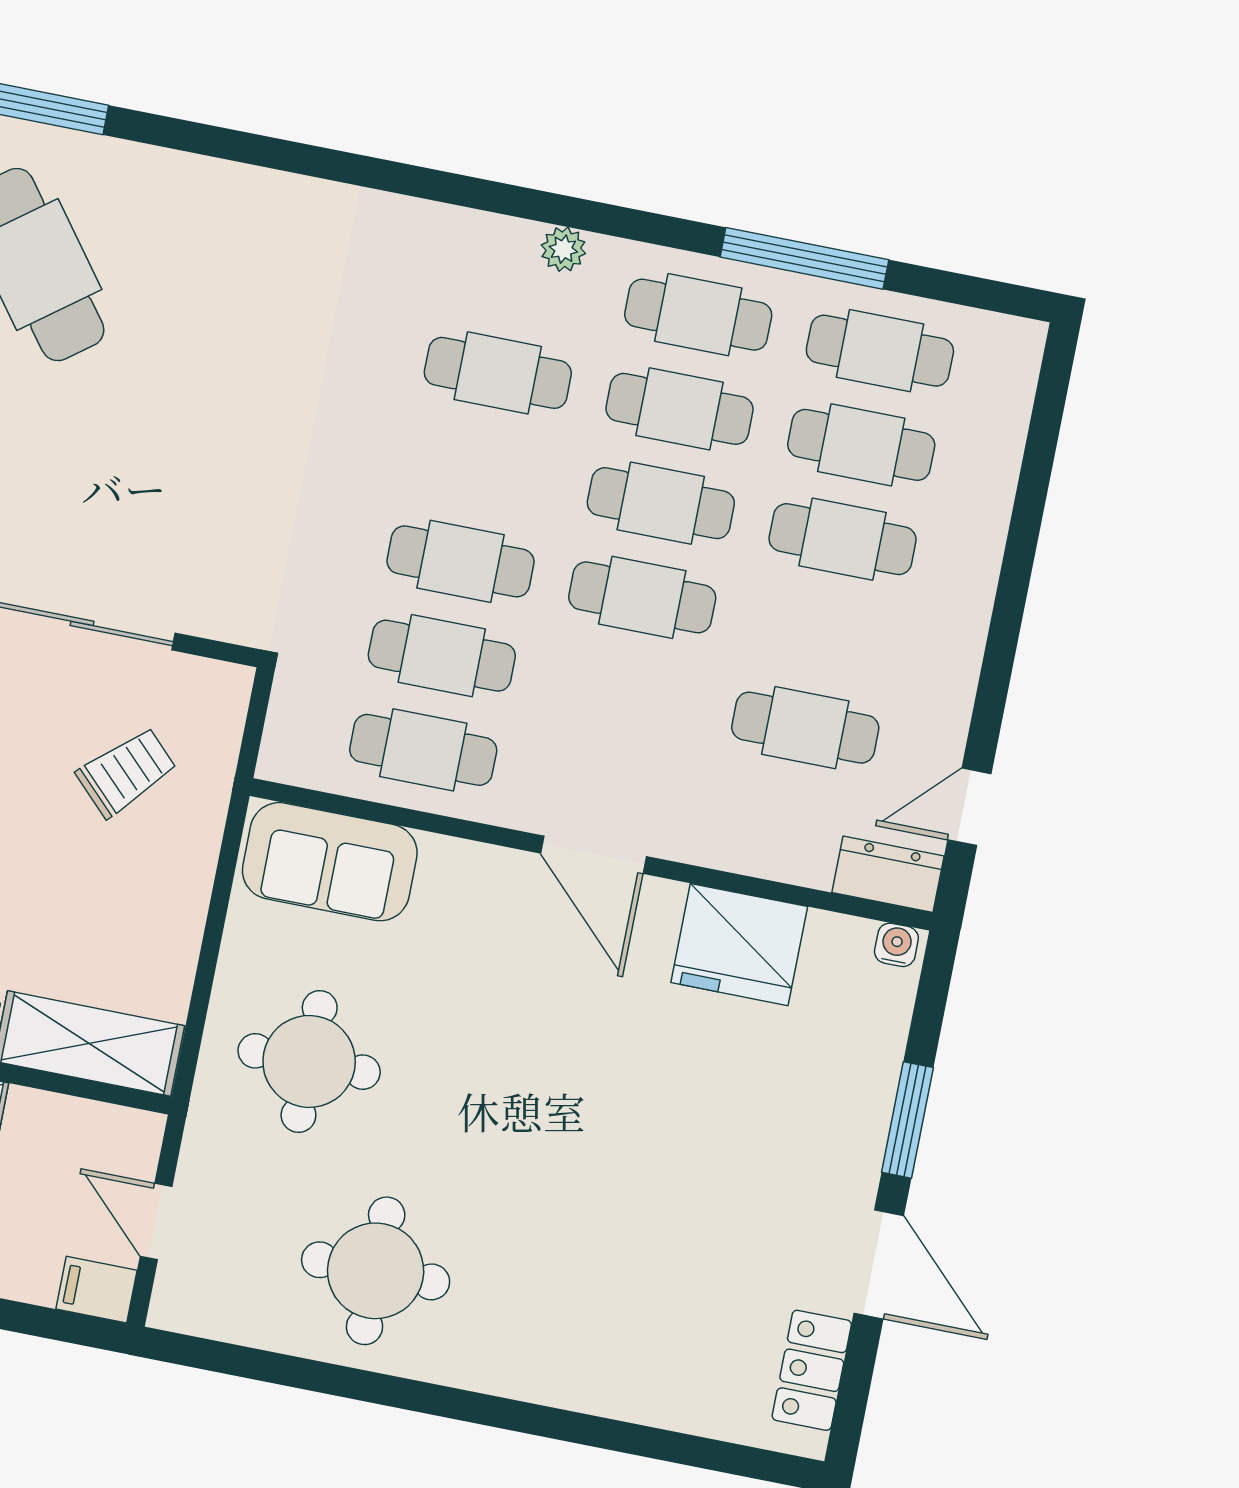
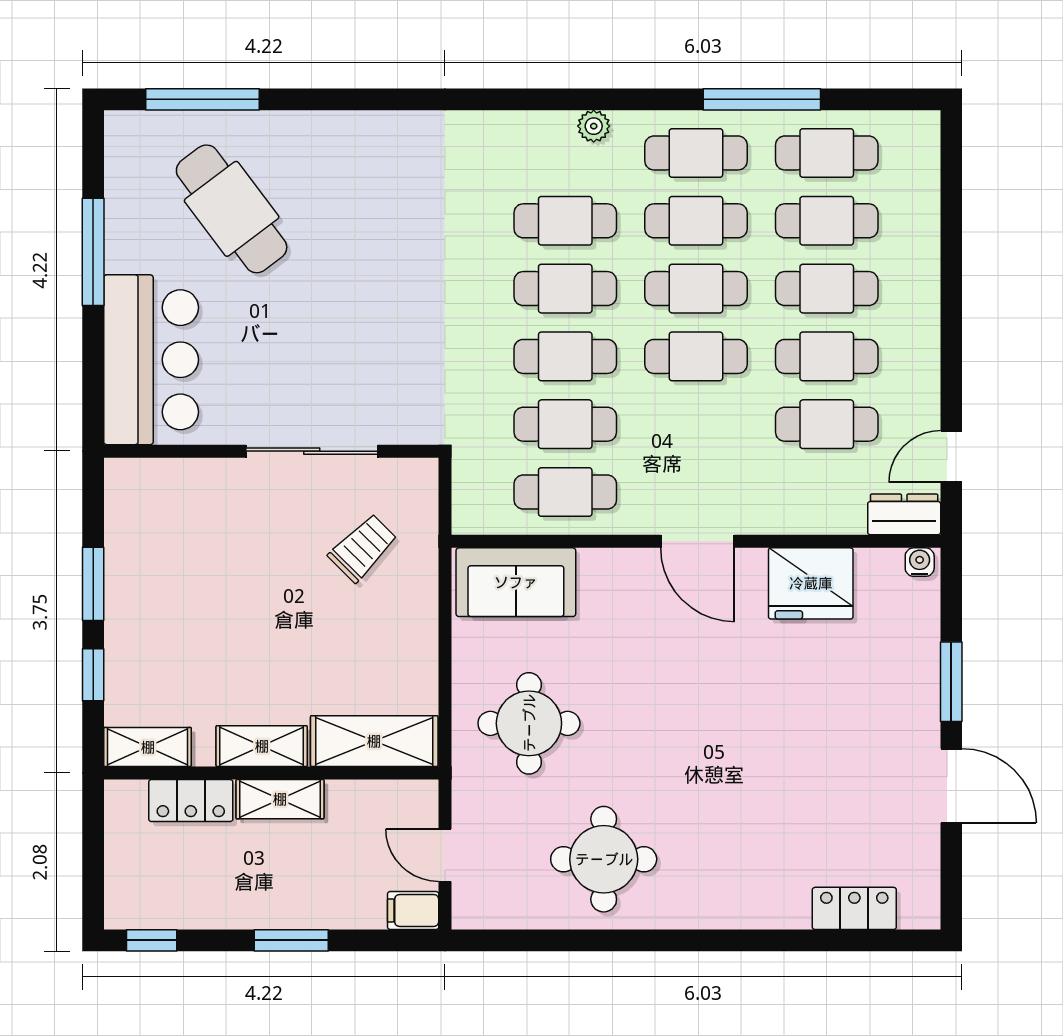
cafe table: (479, 467) -> (565, 289), added
cafe table: (824, 633) -> (827, 356), added
locker: (812, 1370) -> (854, 908), moved, turned 90

